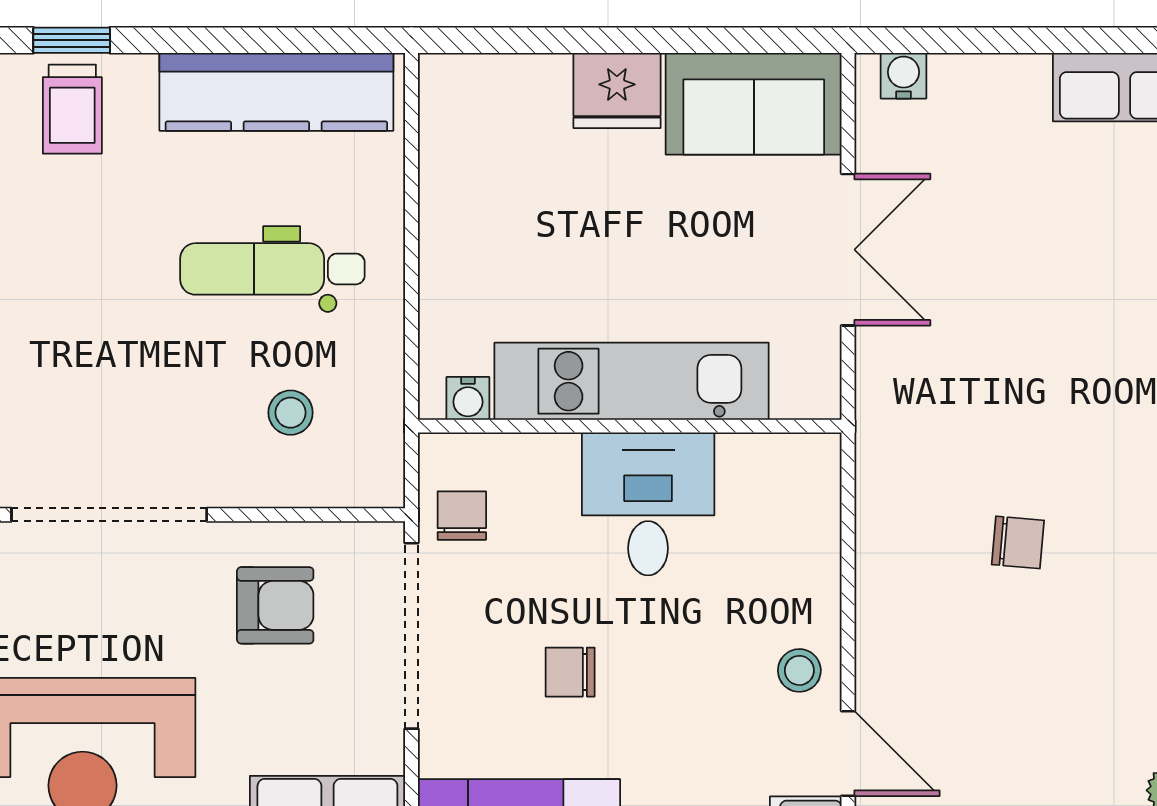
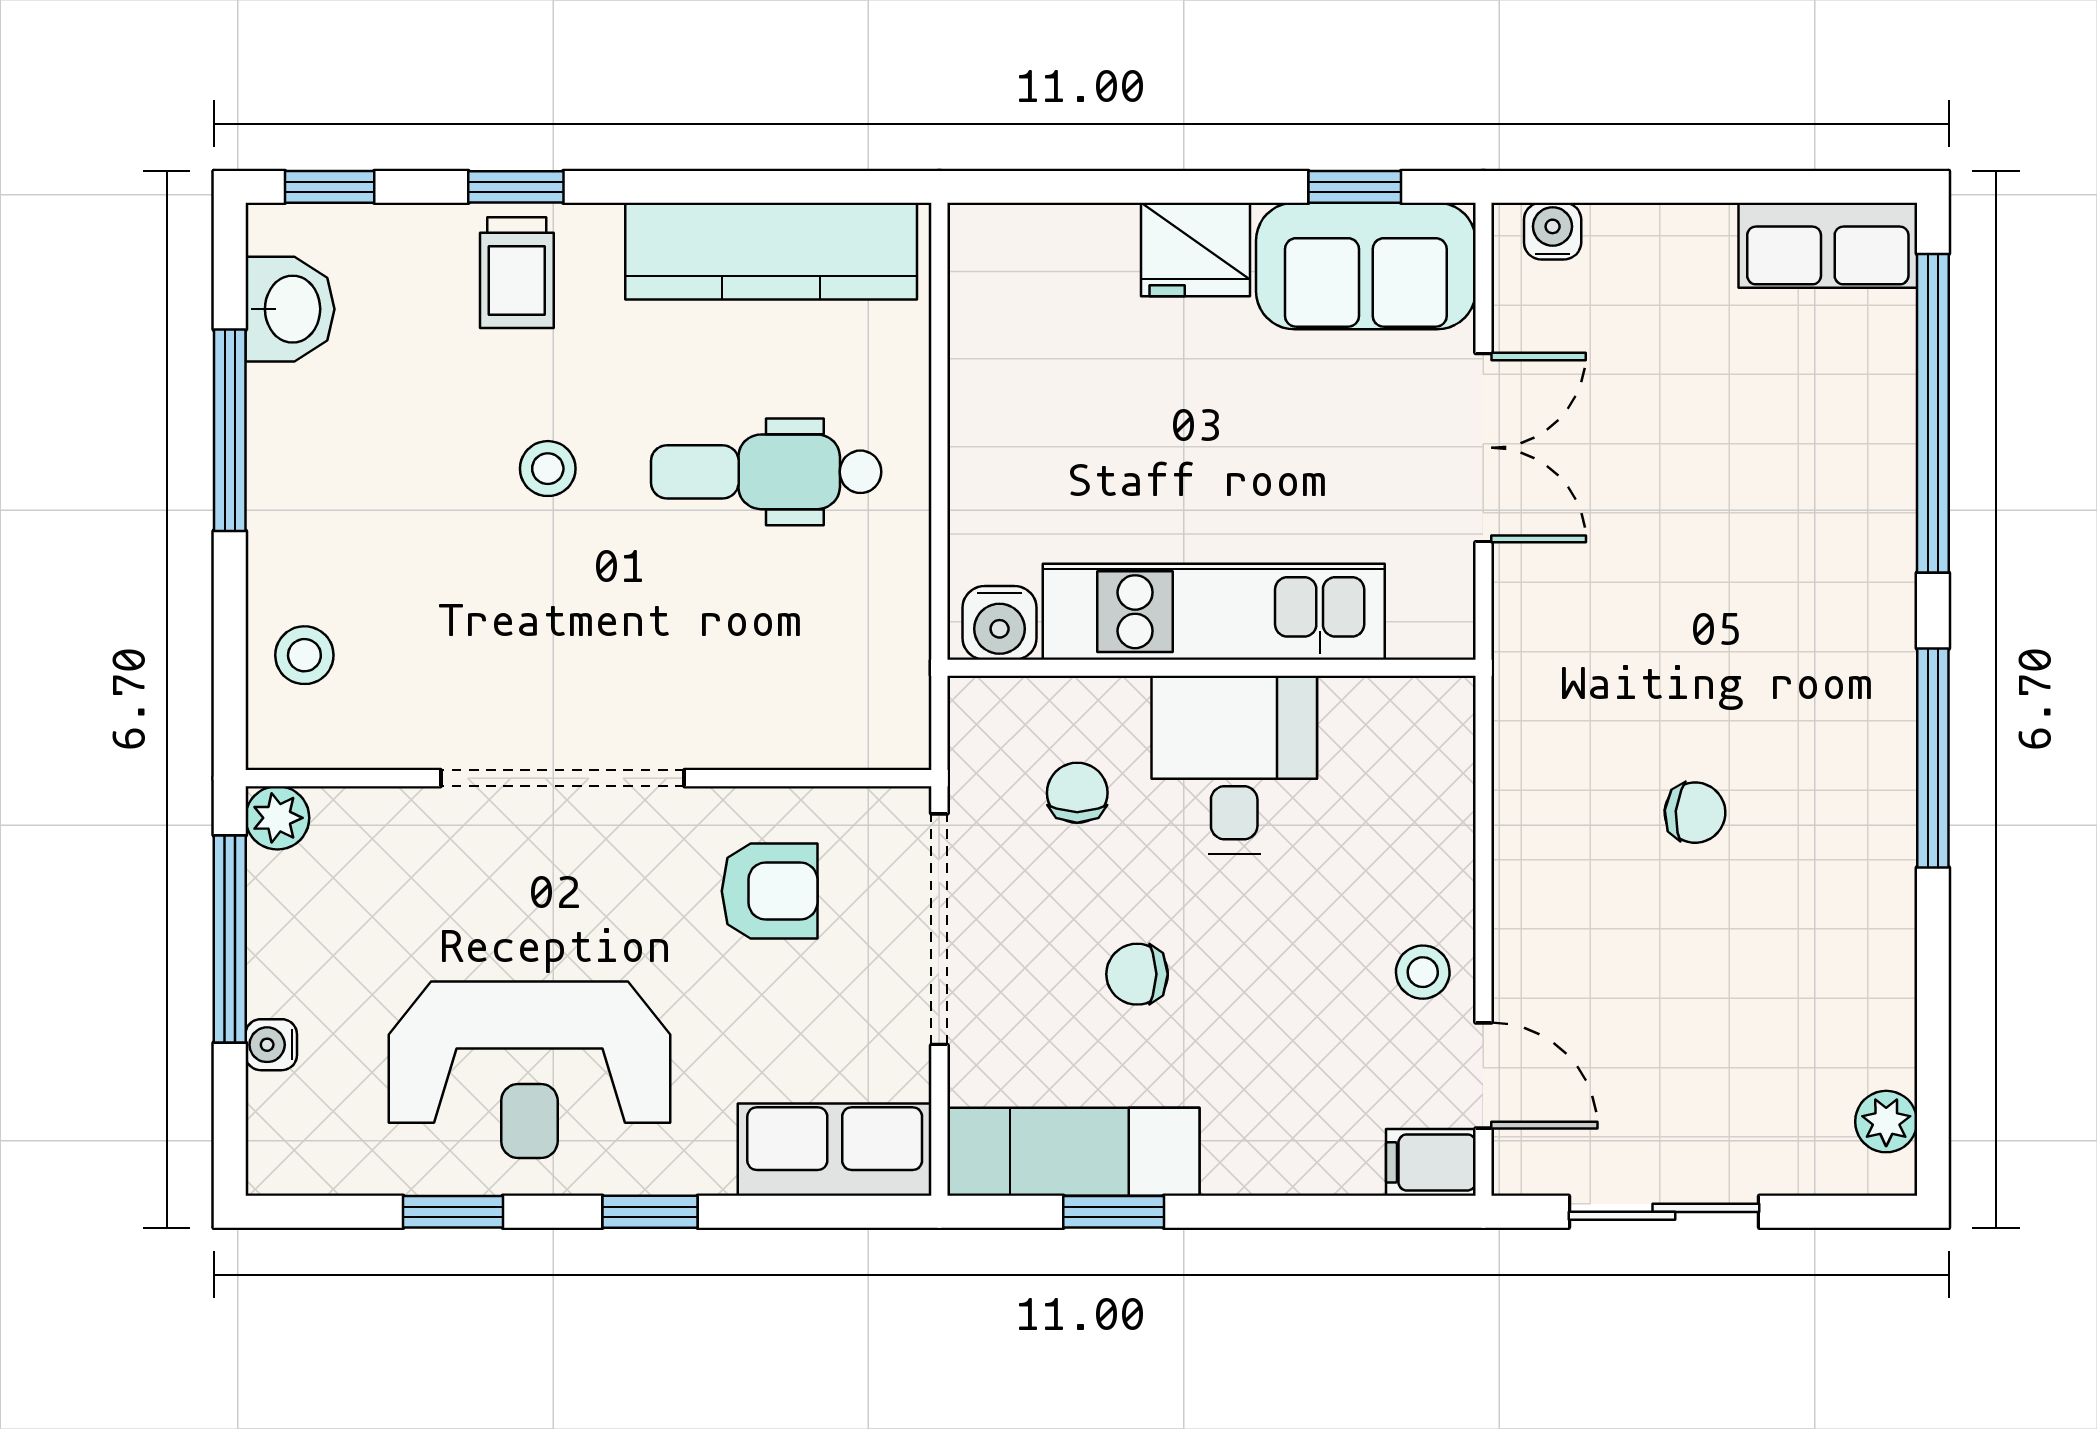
window: (745, 40) -> (1355, 187), added
water cooler: (468, 398) -> (1000, 623), width x1.38, depth x1.38
stool: (291, 413) -> (548, 469), moved
chair: (462, 516) -> (1077, 793), moved

